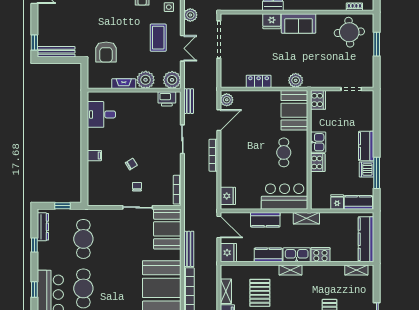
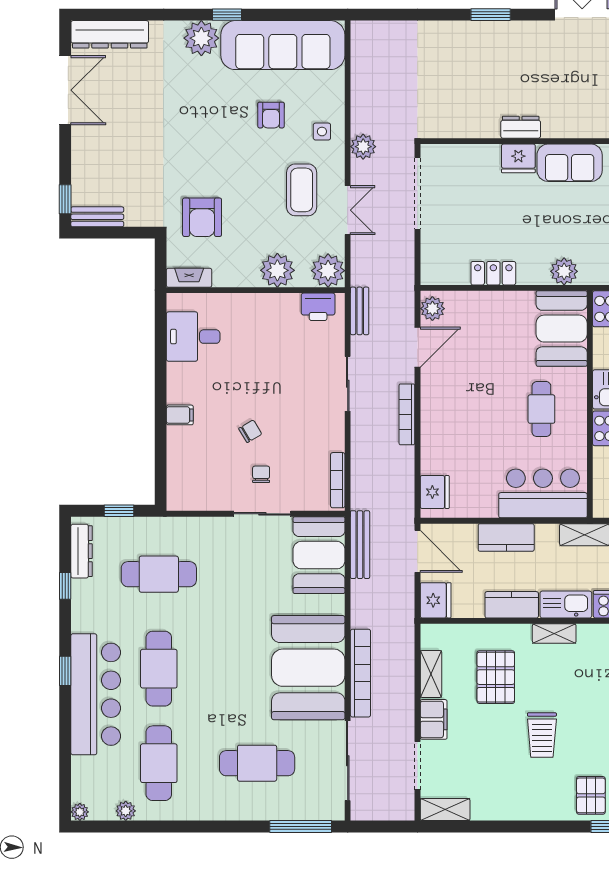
bench: (56, 52) -> (97, 217), width x0.73
fireplace: (124, 84) -> (189, 278), moved
cafe table: (83, 239) -> (159, 574), turned 90
bench: (189, 249) -> (360, 545), moved

